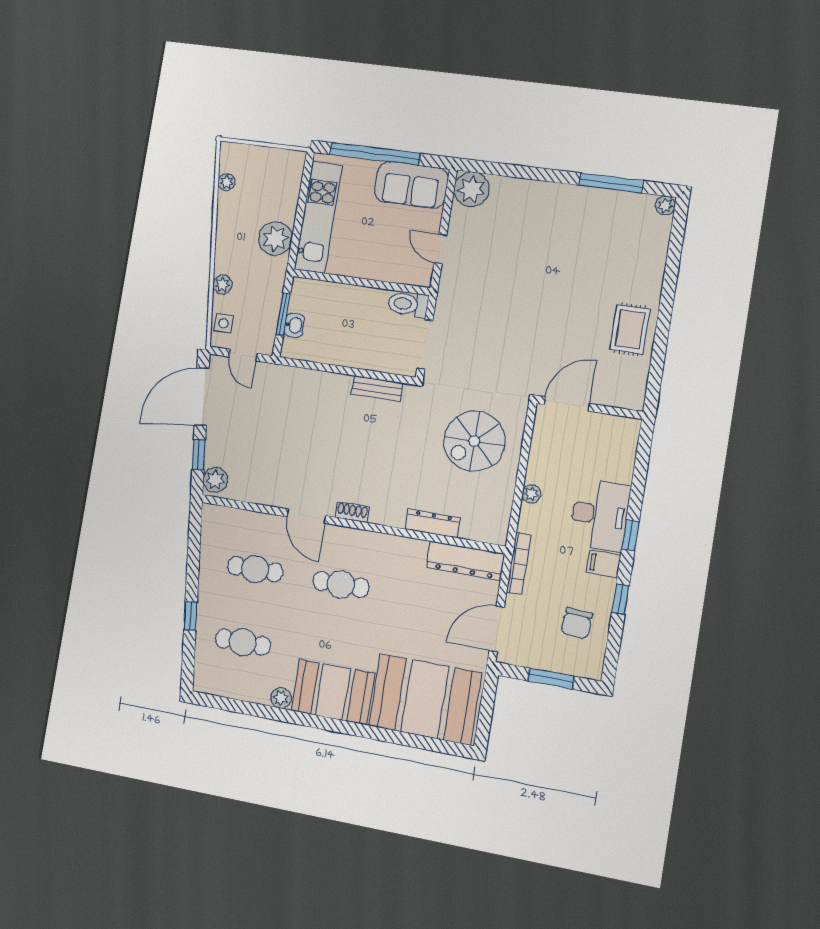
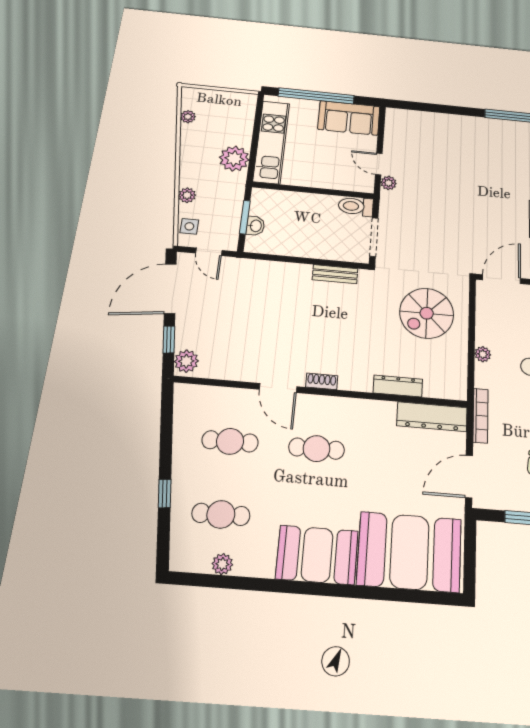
plant: (471, 189) -> (389, 183), moved, width x0.53, depth x0.53
plant: (281, 698) -> (222, 564), moved

